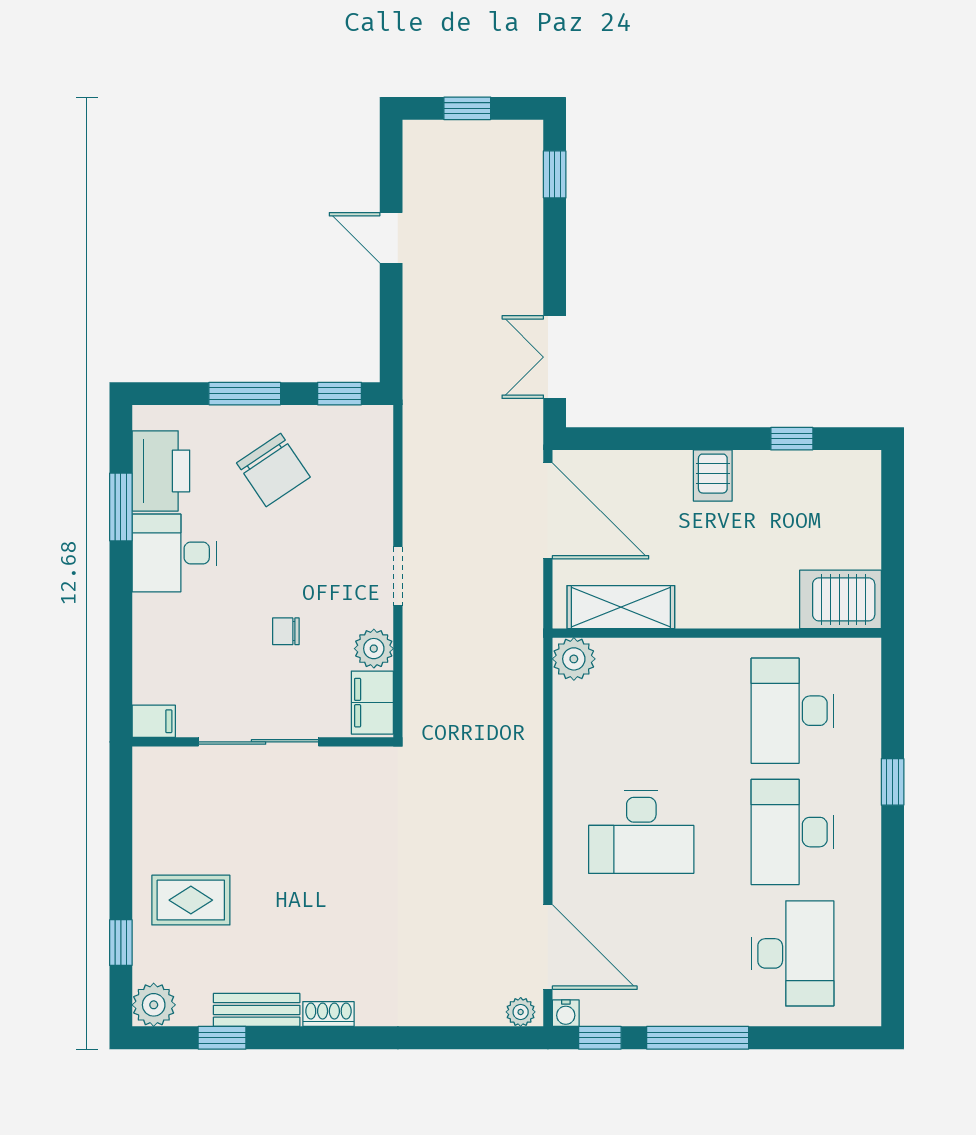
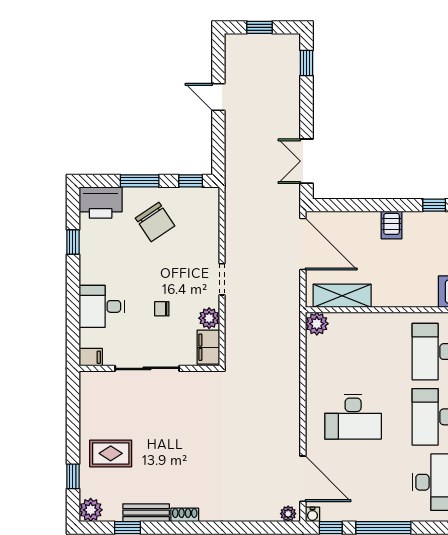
printer: (161, 471) -> (101, 202), moved, turned 90
window: (121, 507) -> (73, 242), width x0.67
desk: (174, 553) -> (102, 306), moved

